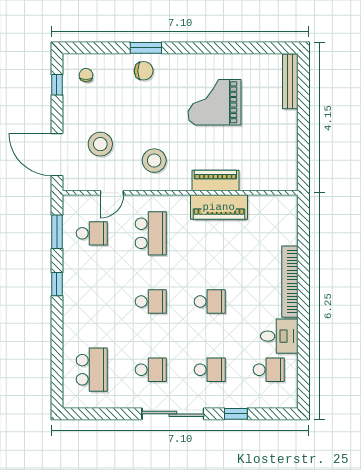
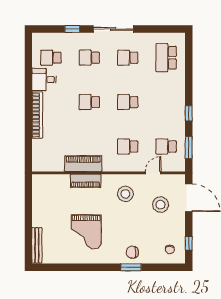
grand piano: (214, 102) -> (86, 232), turned 90
school desk: (151, 233) -> (128, 147), width x0.54

